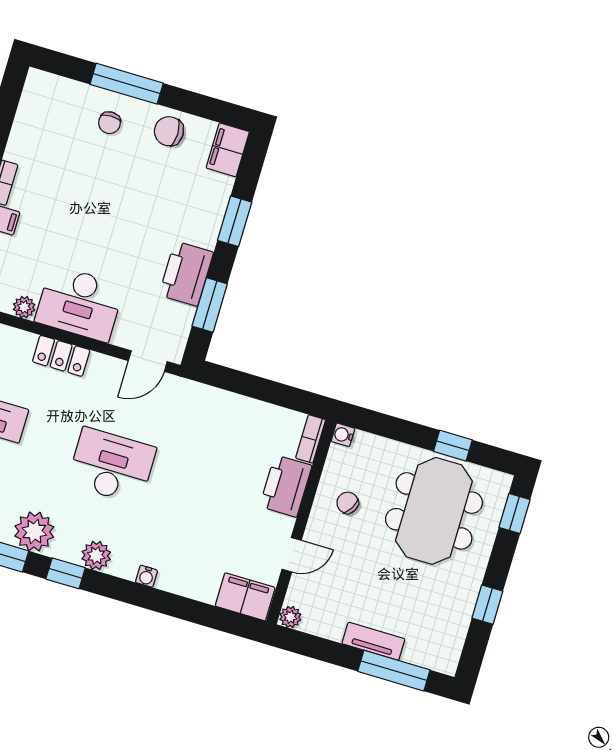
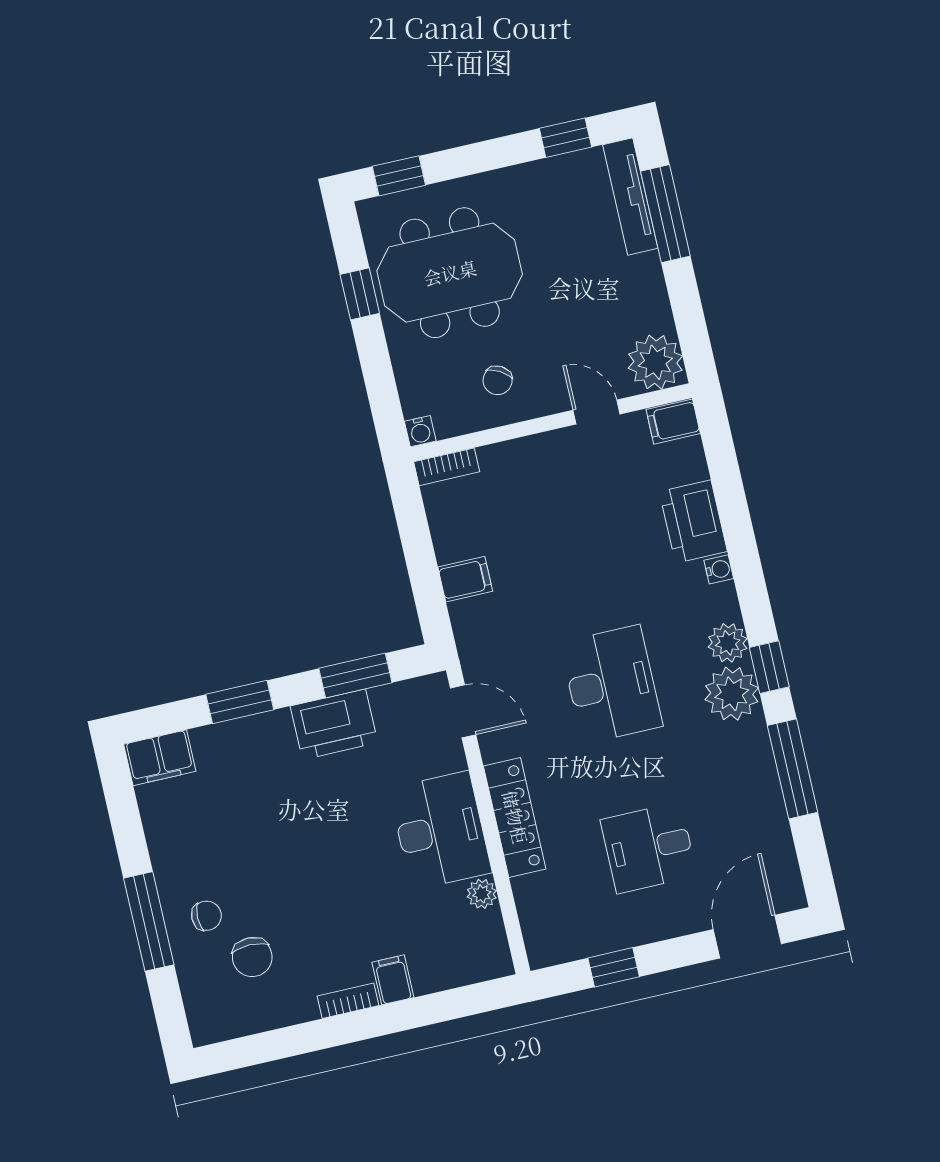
chair: (169, 131) -> (252, 957), moved
locker: (61, 356) -> (515, 817), width x1.53
filing cabinet: (232, 410) -> (465, 579), added
desk: (112, 466) -> (611, 684), turned 180
printer: (286, 486) -> (693, 522), moved, turned 90
plant: (34, 532) -> (732, 694), moved
filing cabinet: (245, 597) -> (673, 422), width x0.50
window: (487, 605) -> (565, 138), moved
plant: (290, 617) -> (655, 362), width x1.88, depth x1.88
tv unit: (373, 641) -> (630, 197), moved, width x1.41

